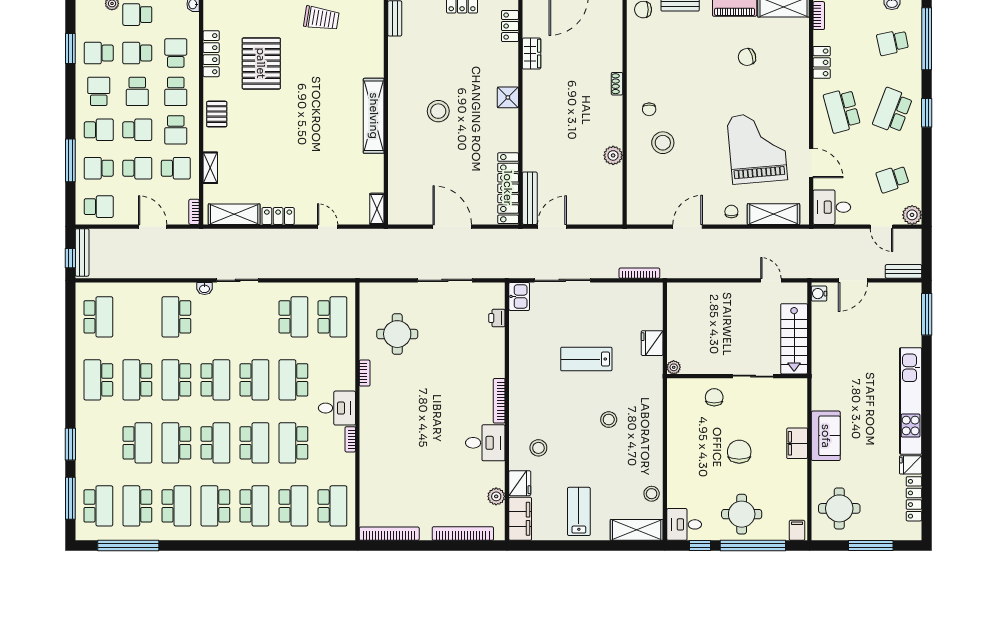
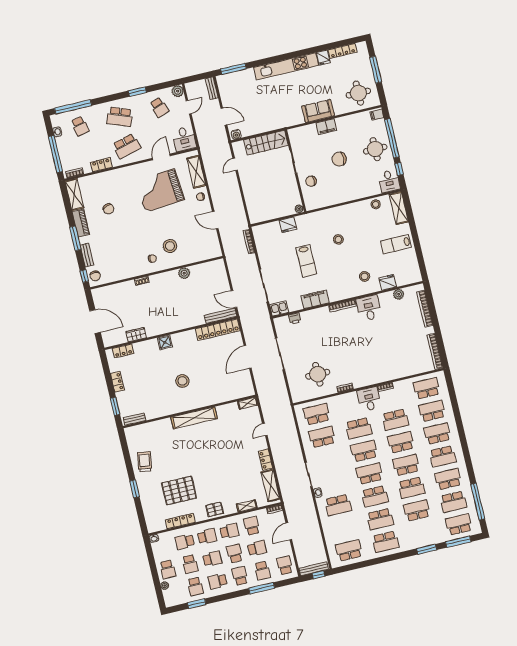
window: (927, 113) -> (137, 92), moved
school desk: (137, 168) -> (257, 548), turned 90
filing cabinet: (520, 519) -> (315, 299), moved

